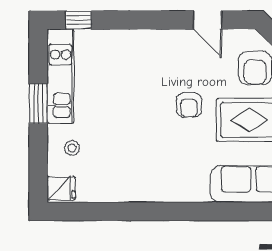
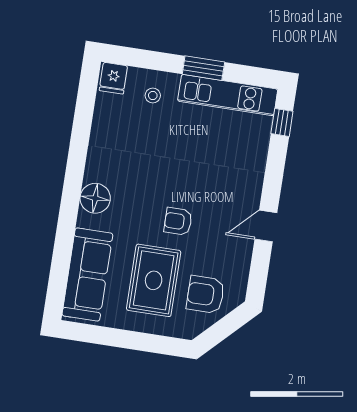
door: (208, 20) -> (266, 226), moved
floor lamp: (179, 188) -> (95, 198), added

